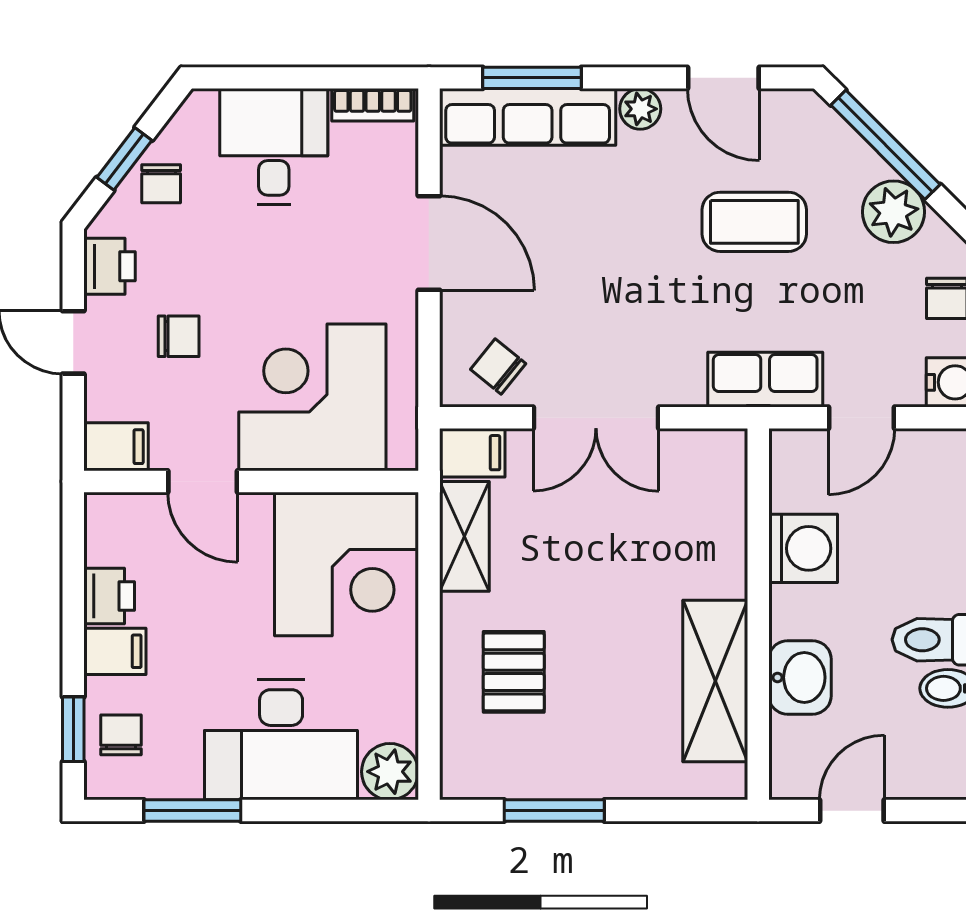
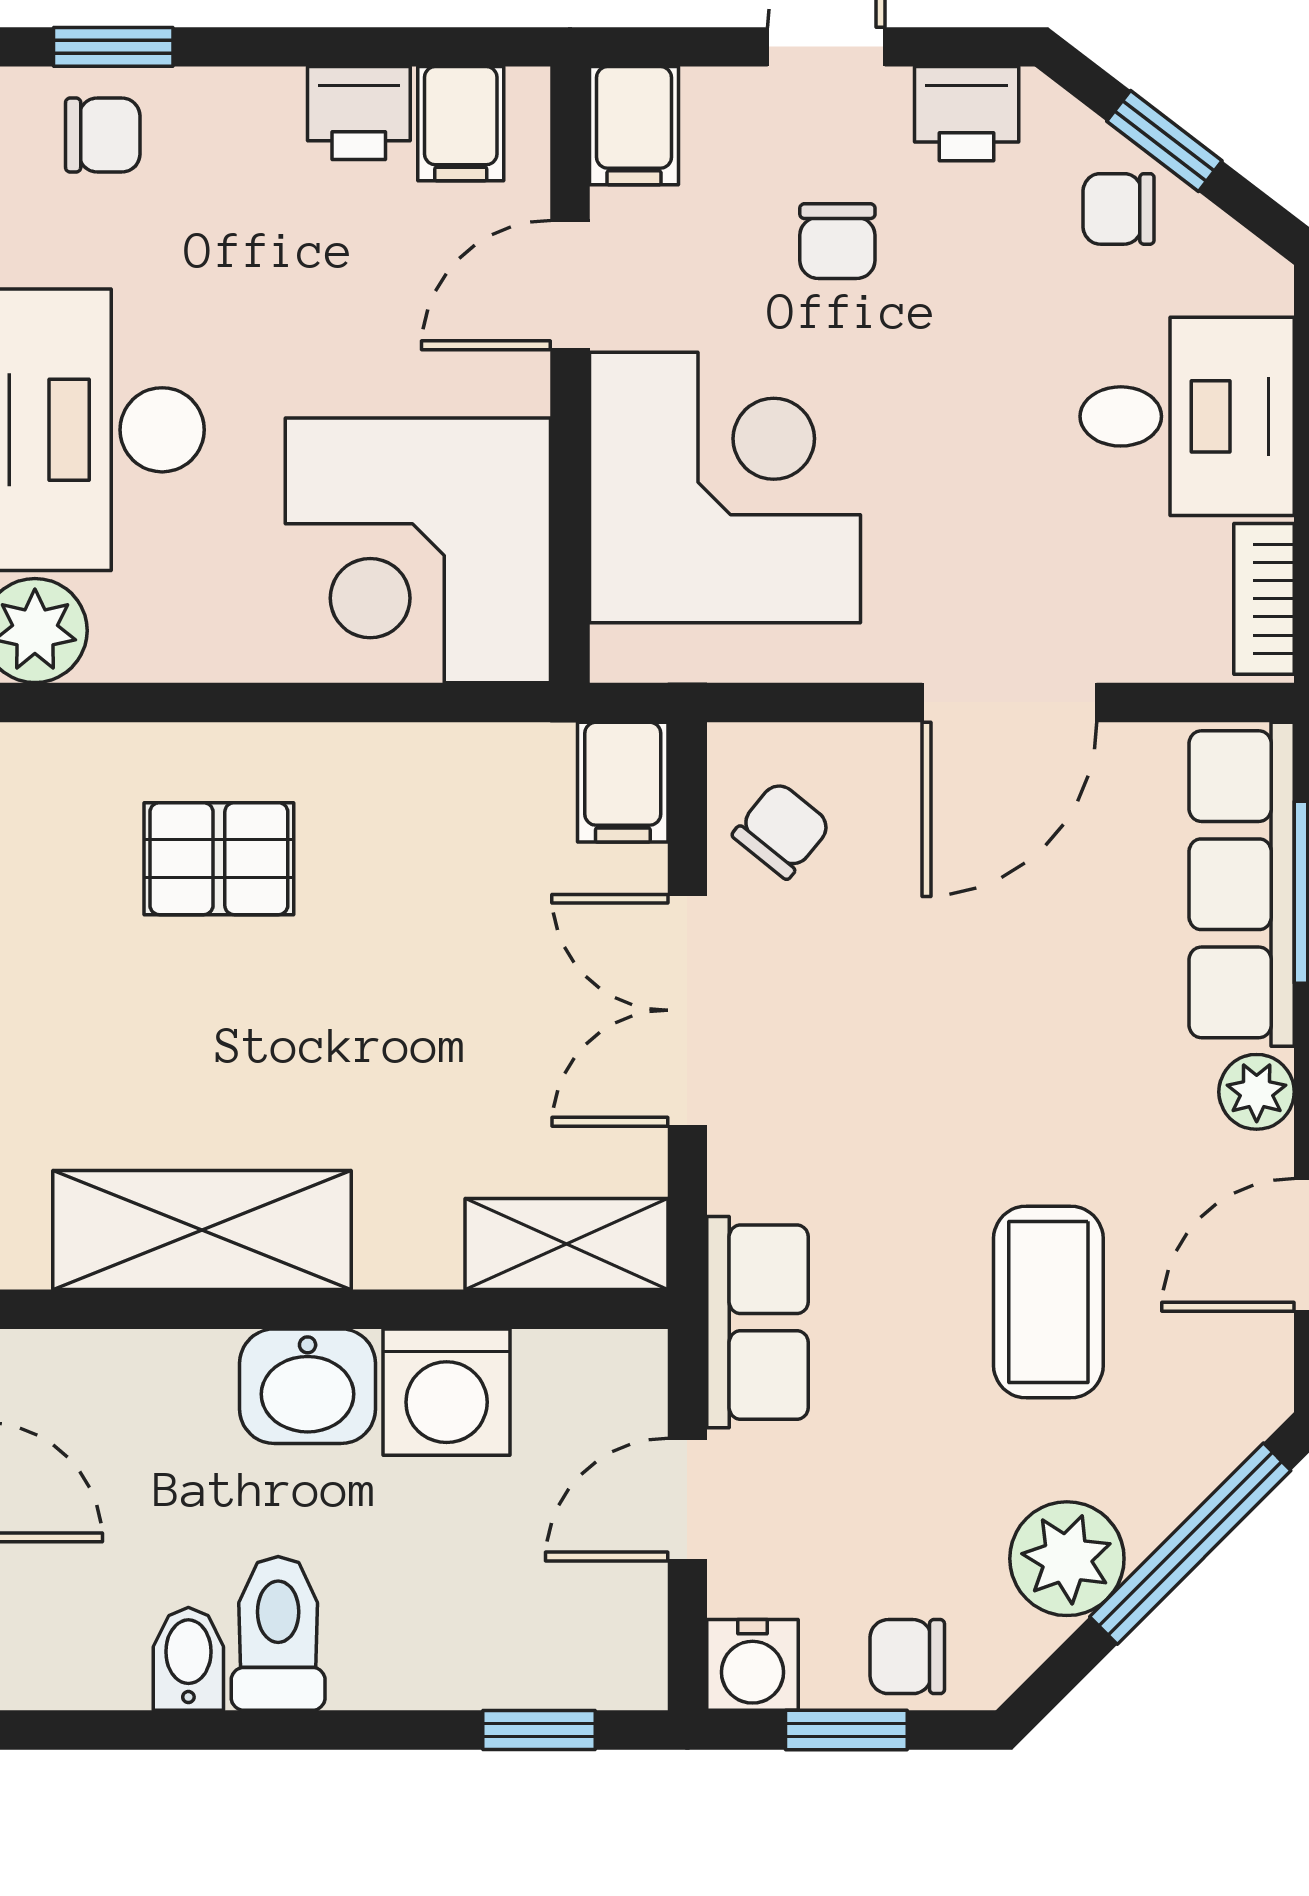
door: (861, 418) -> (687, 1500), hinge flipped
shelving: (464, 536) -> (566, 1244), moved
filing cabinet: (115, 651) -> (461, 124), moved
washbasin: (800, 677) -> (308, 1386), moved

